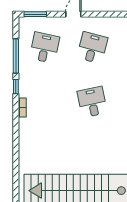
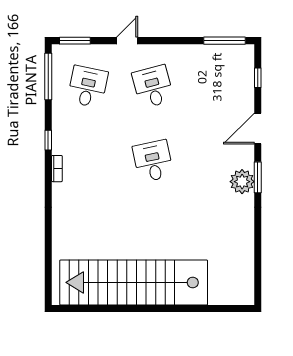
desk: (92, 48) -> (153, 87), turned -30
window: (16, 56) -> (48, 77), moved

